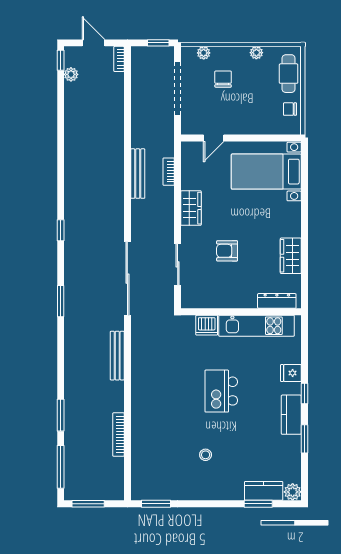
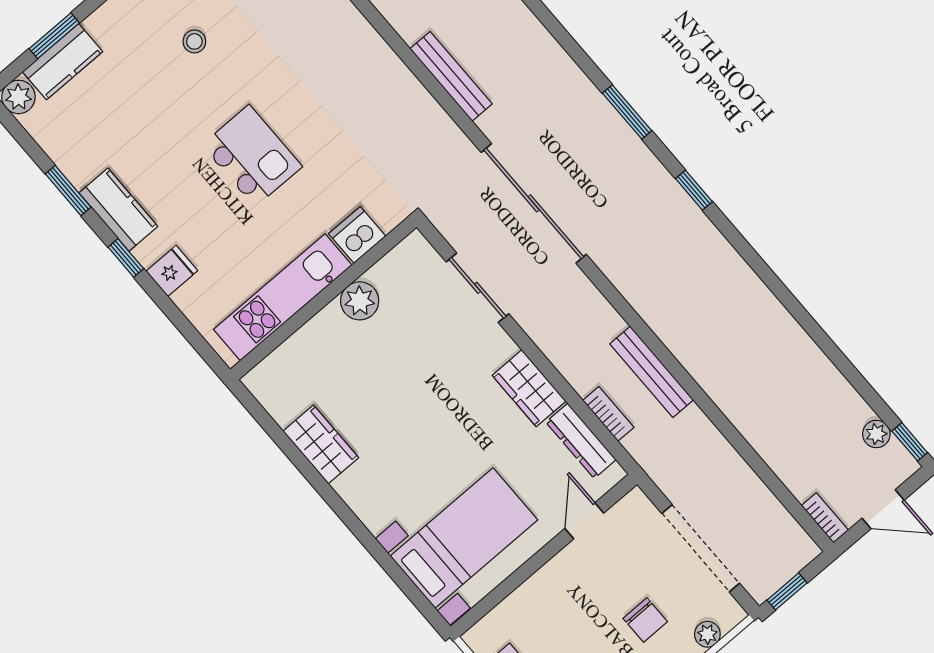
armchair: (227, 251) -> (421, 371), removed
plant: (228, 299) -> (360, 301), added
window: (61, 301) -> (627, 112), moved
dresser: (277, 301) -> (581, 441), moved, turned 90

